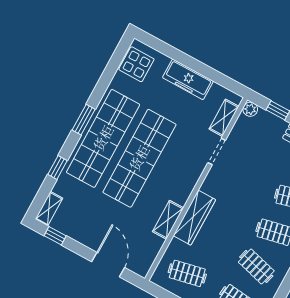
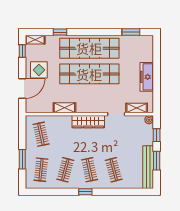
display table: (136, 64) -> (39, 70), moved
window: (84, 120) -> (131, 32), moved
wardrobe: (194, 218) -> (88, 122), moved

